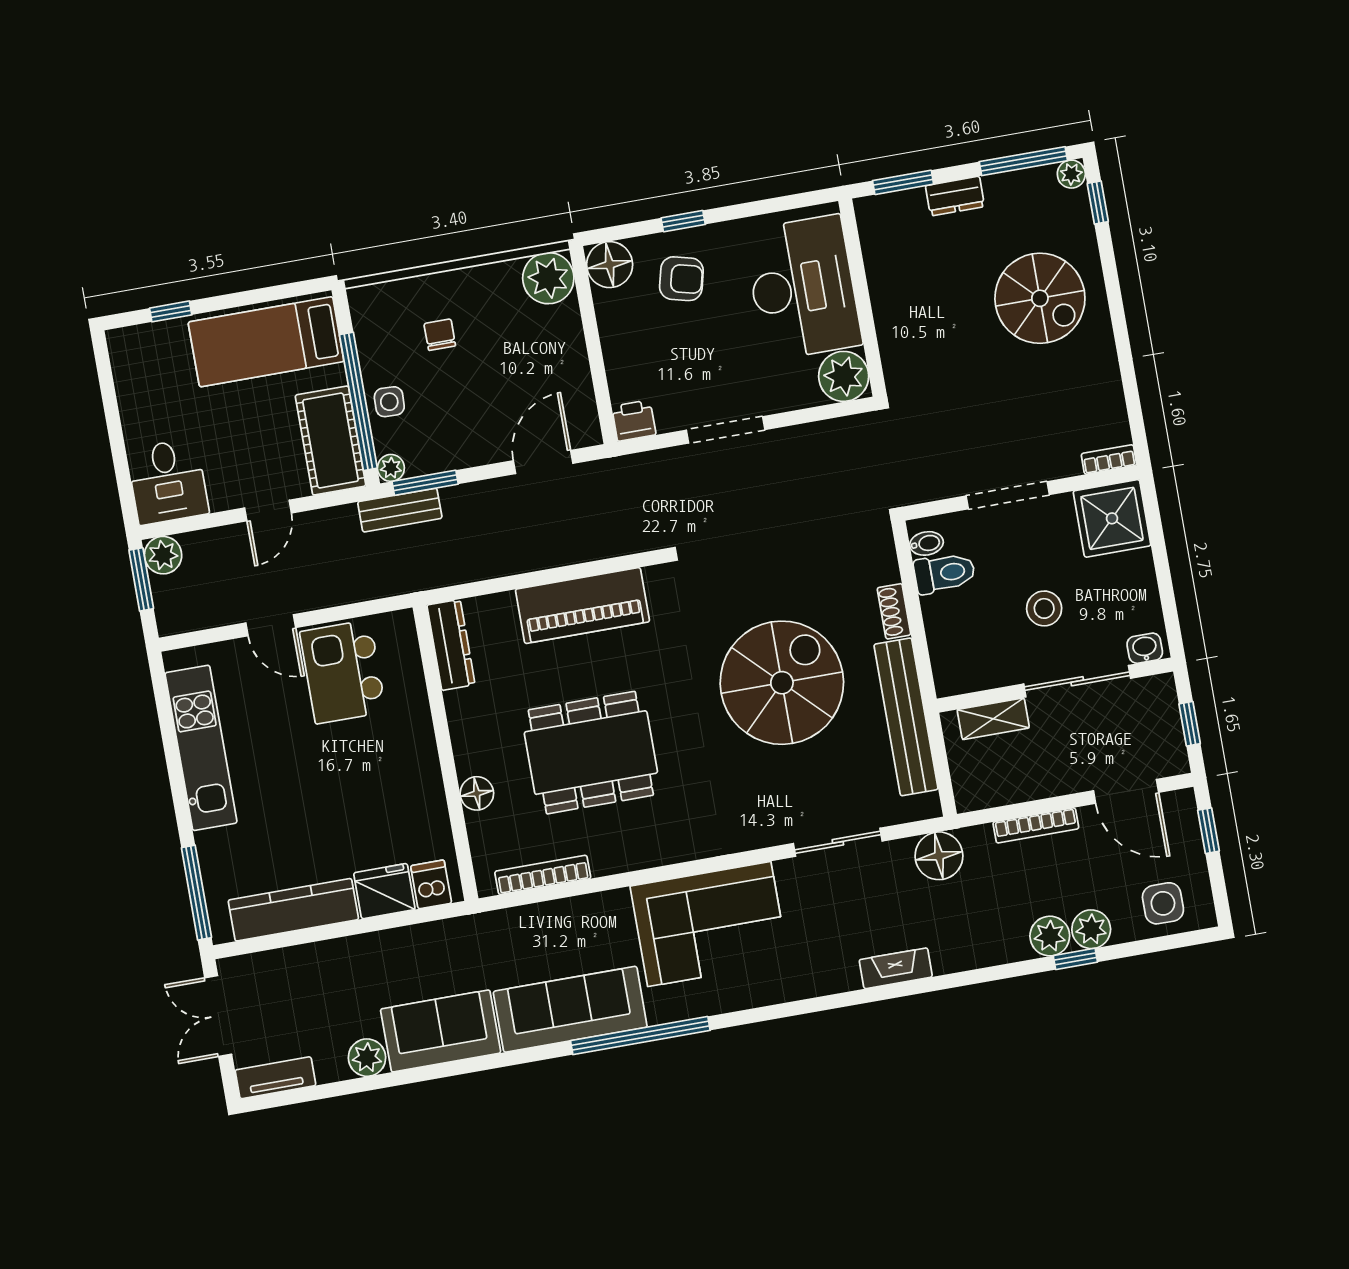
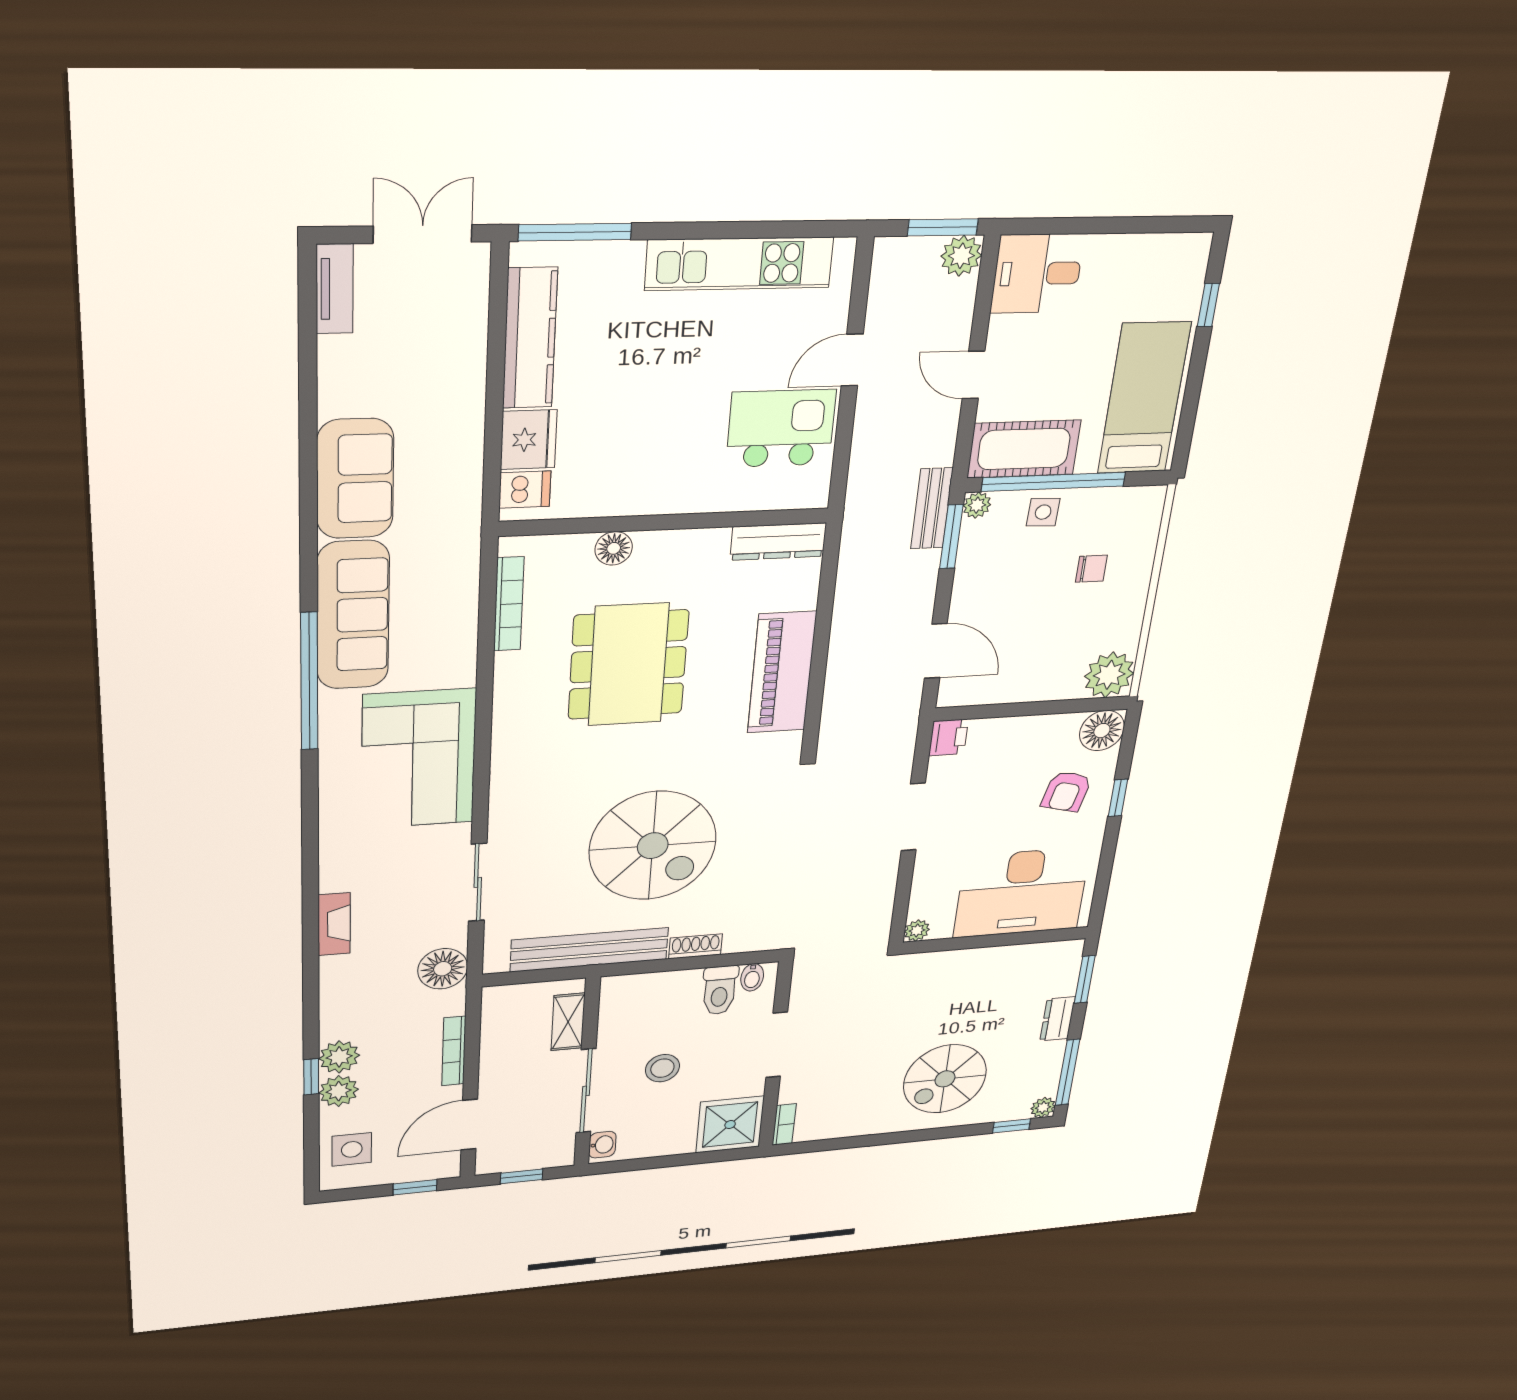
plant: (844, 376) -> (917, 930), width x0.53, depth x0.53
plant: (367, 1058) -> (339, 395), removed

